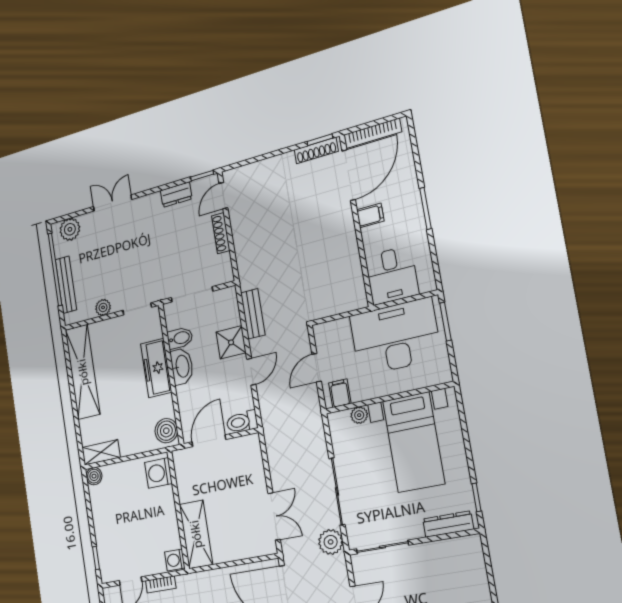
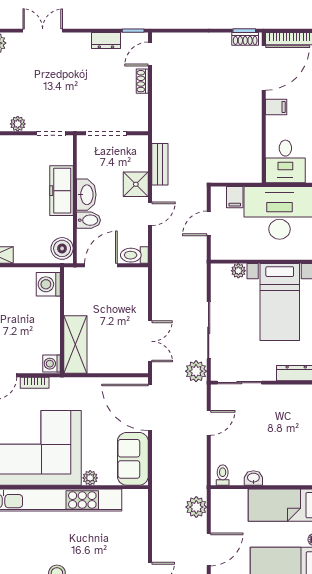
shoe rack: (316, 150) -> (245, 39), width x0.70
shoe rack: (221, 233) -> (142, 81), width x0.70
bidet: (180, 338) -> (89, 220), moved
filing cabinet: (340, 393) -> (235, 197), moved, turned 180

